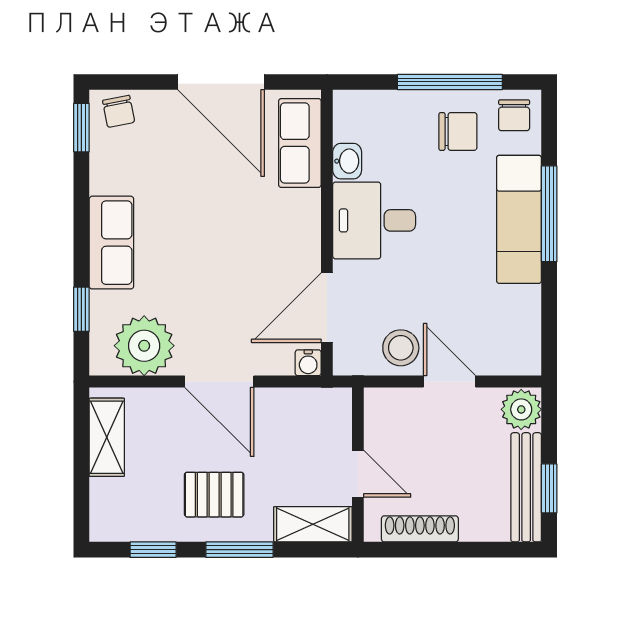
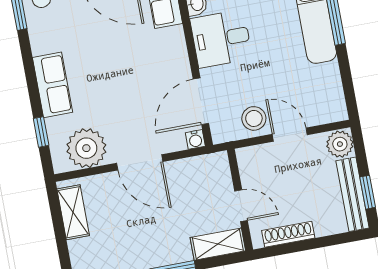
pallet: (214, 495) -> (150, 237), removed

